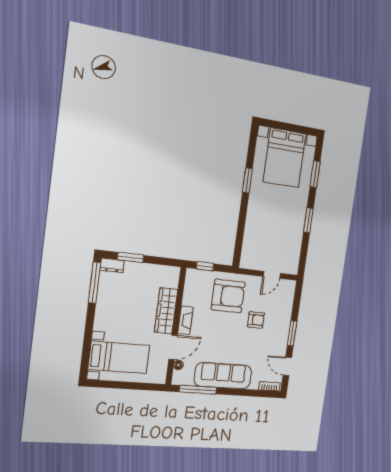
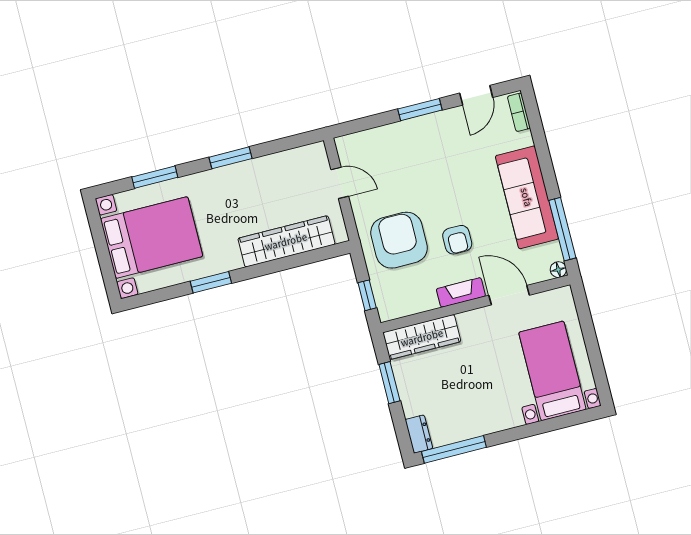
wardrobe: (253, 233) -> (286, 241), added
window: (130, 257) -> (389, 383), moved
wardrobe: (166, 311) -> (422, 337), moved
armchair: (256, 320) -> (457, 240), moved, turned 180
floor lamp: (178, 365) -> (558, 270), moved

